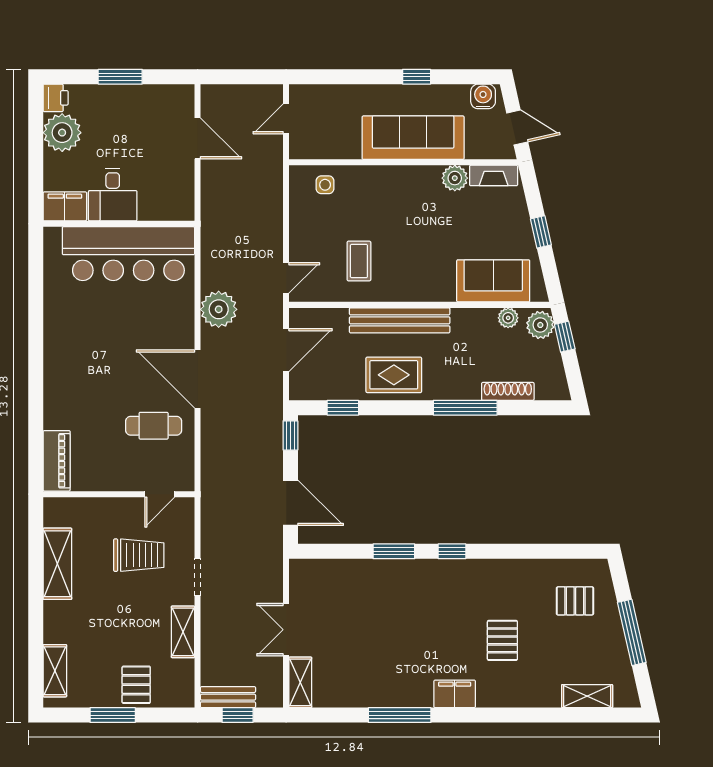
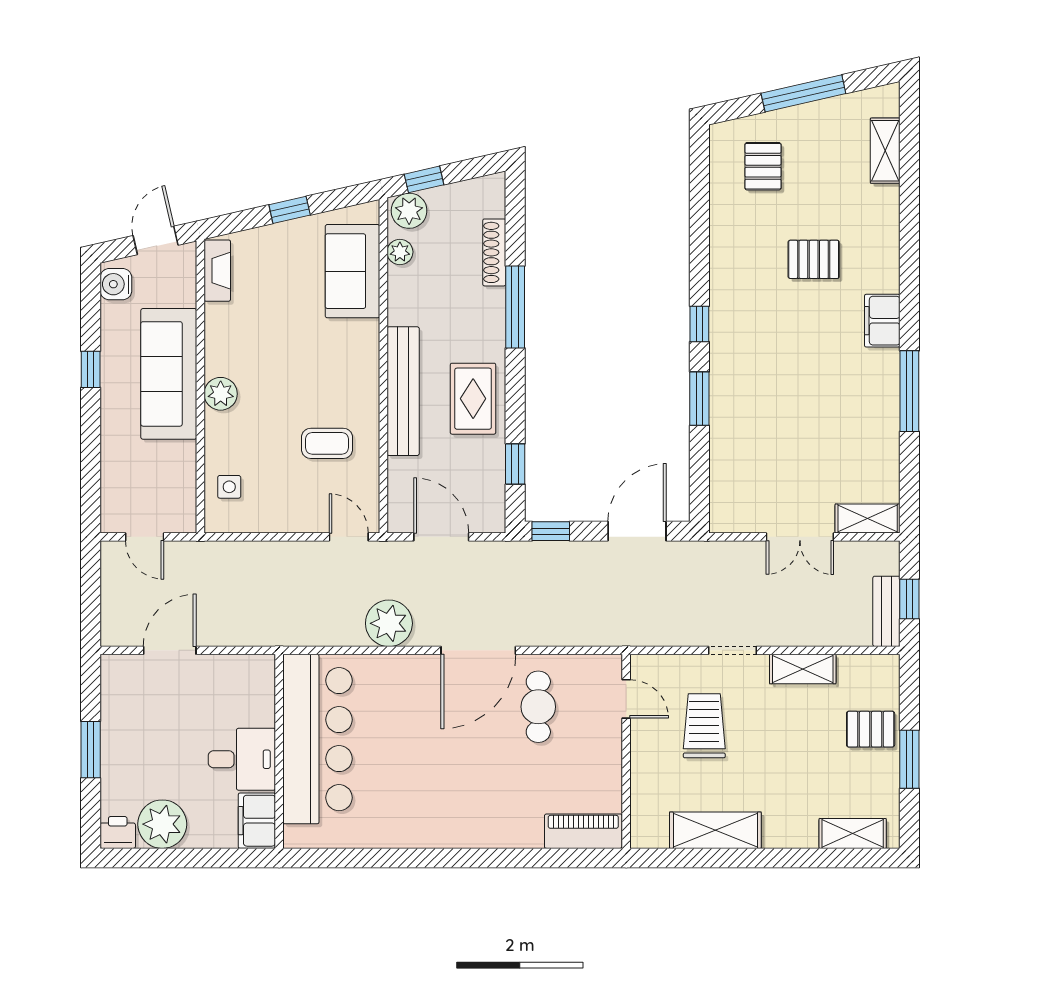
plant: (455, 178) -> (221, 394), moved

